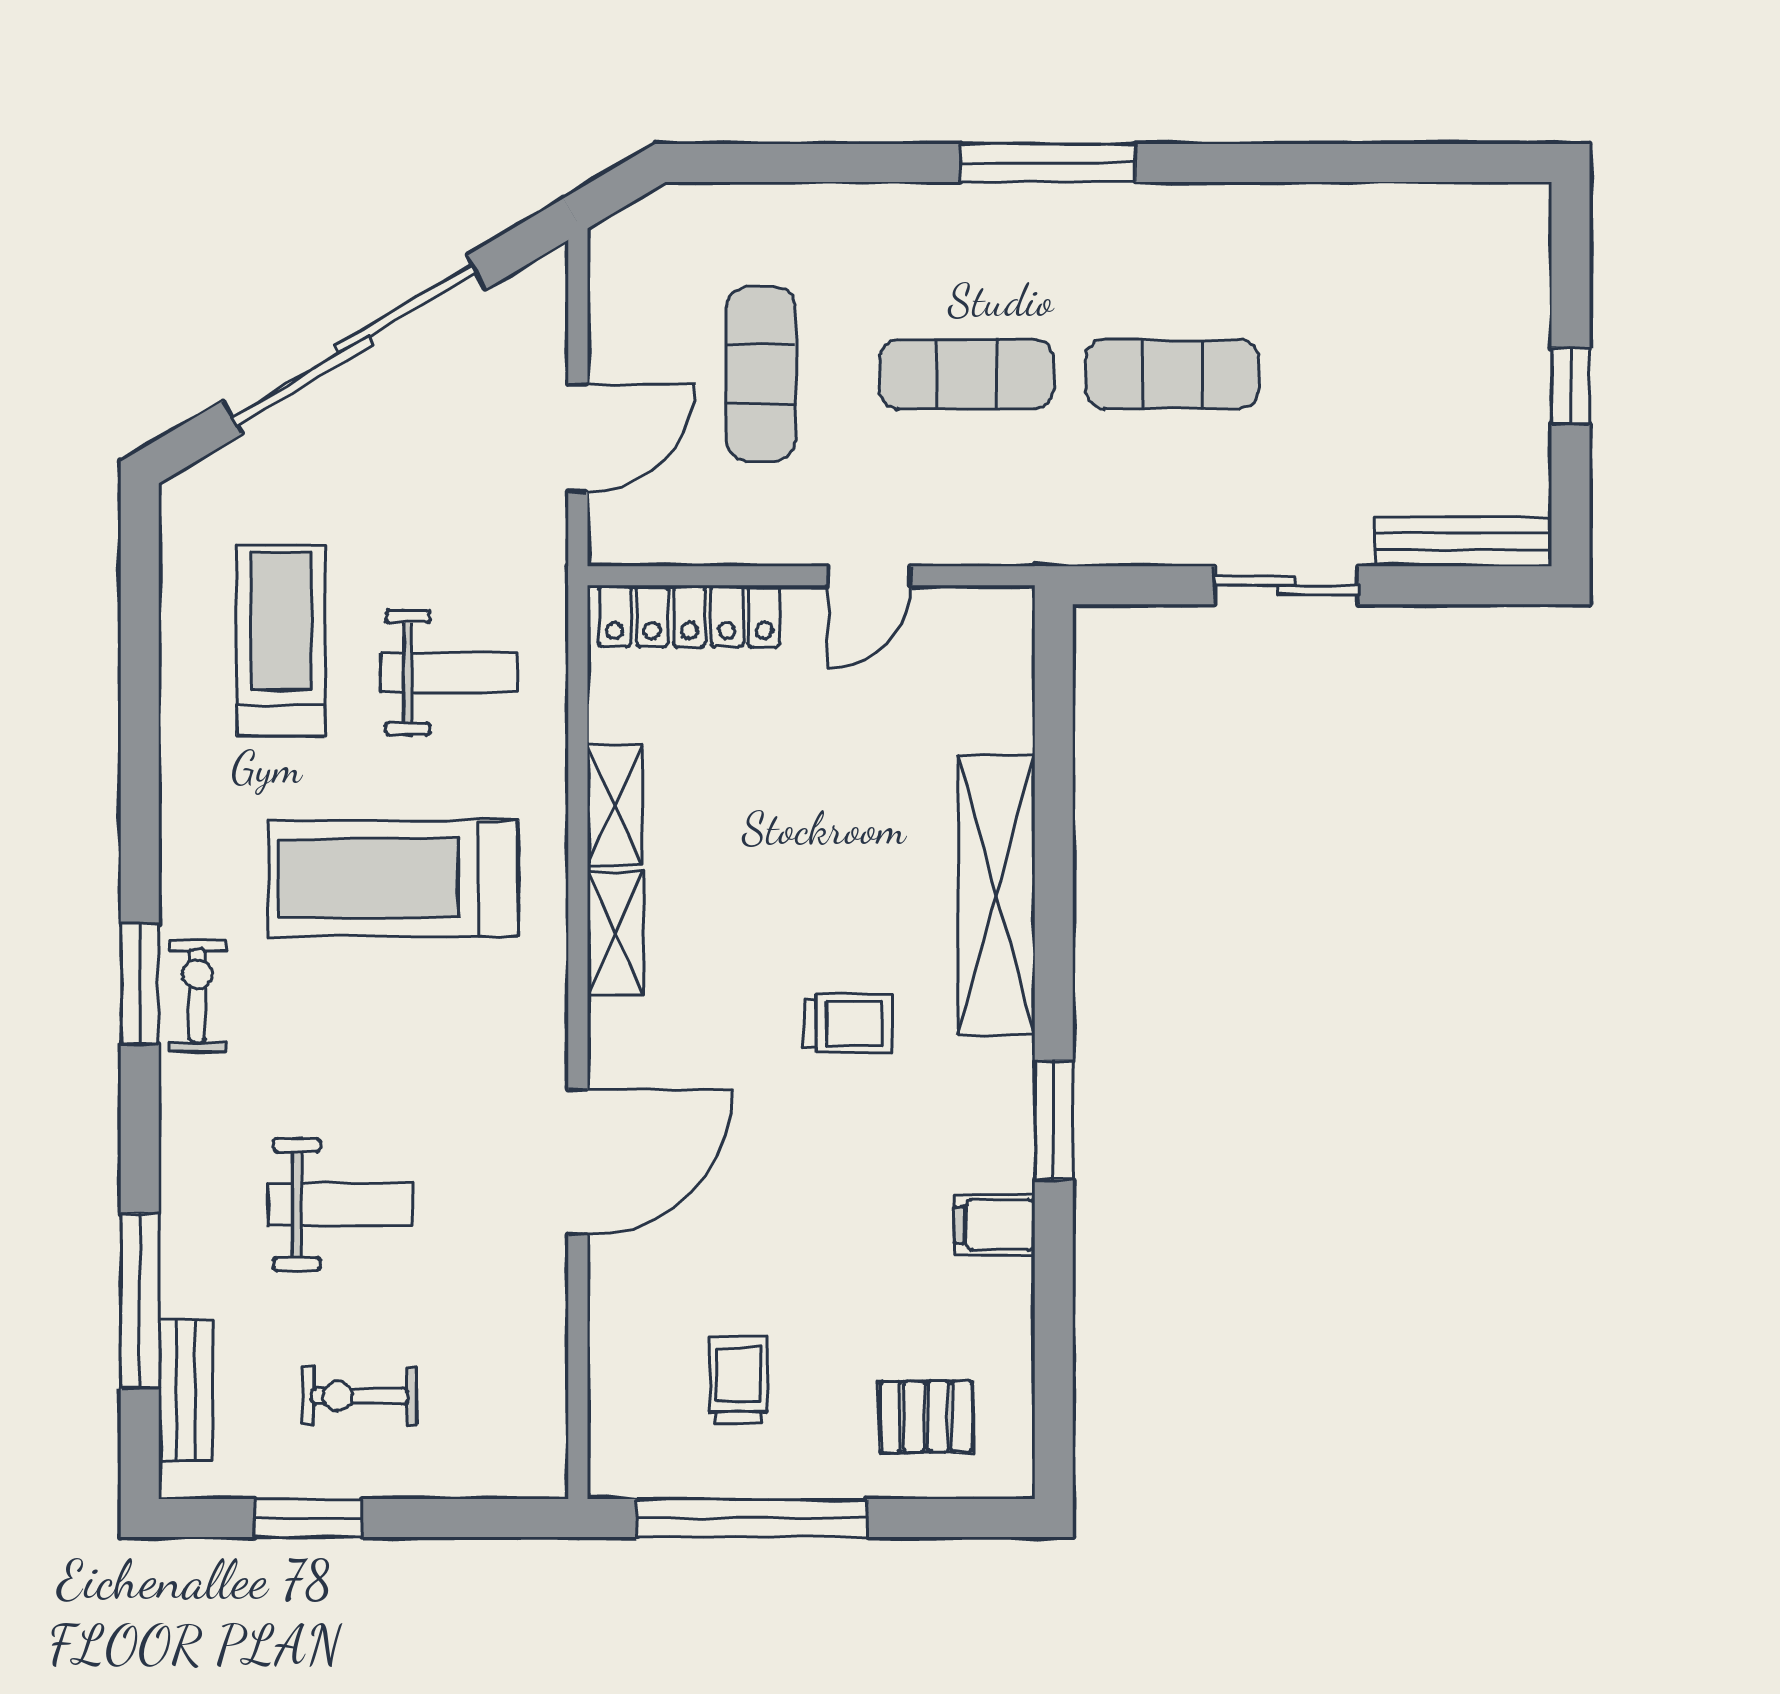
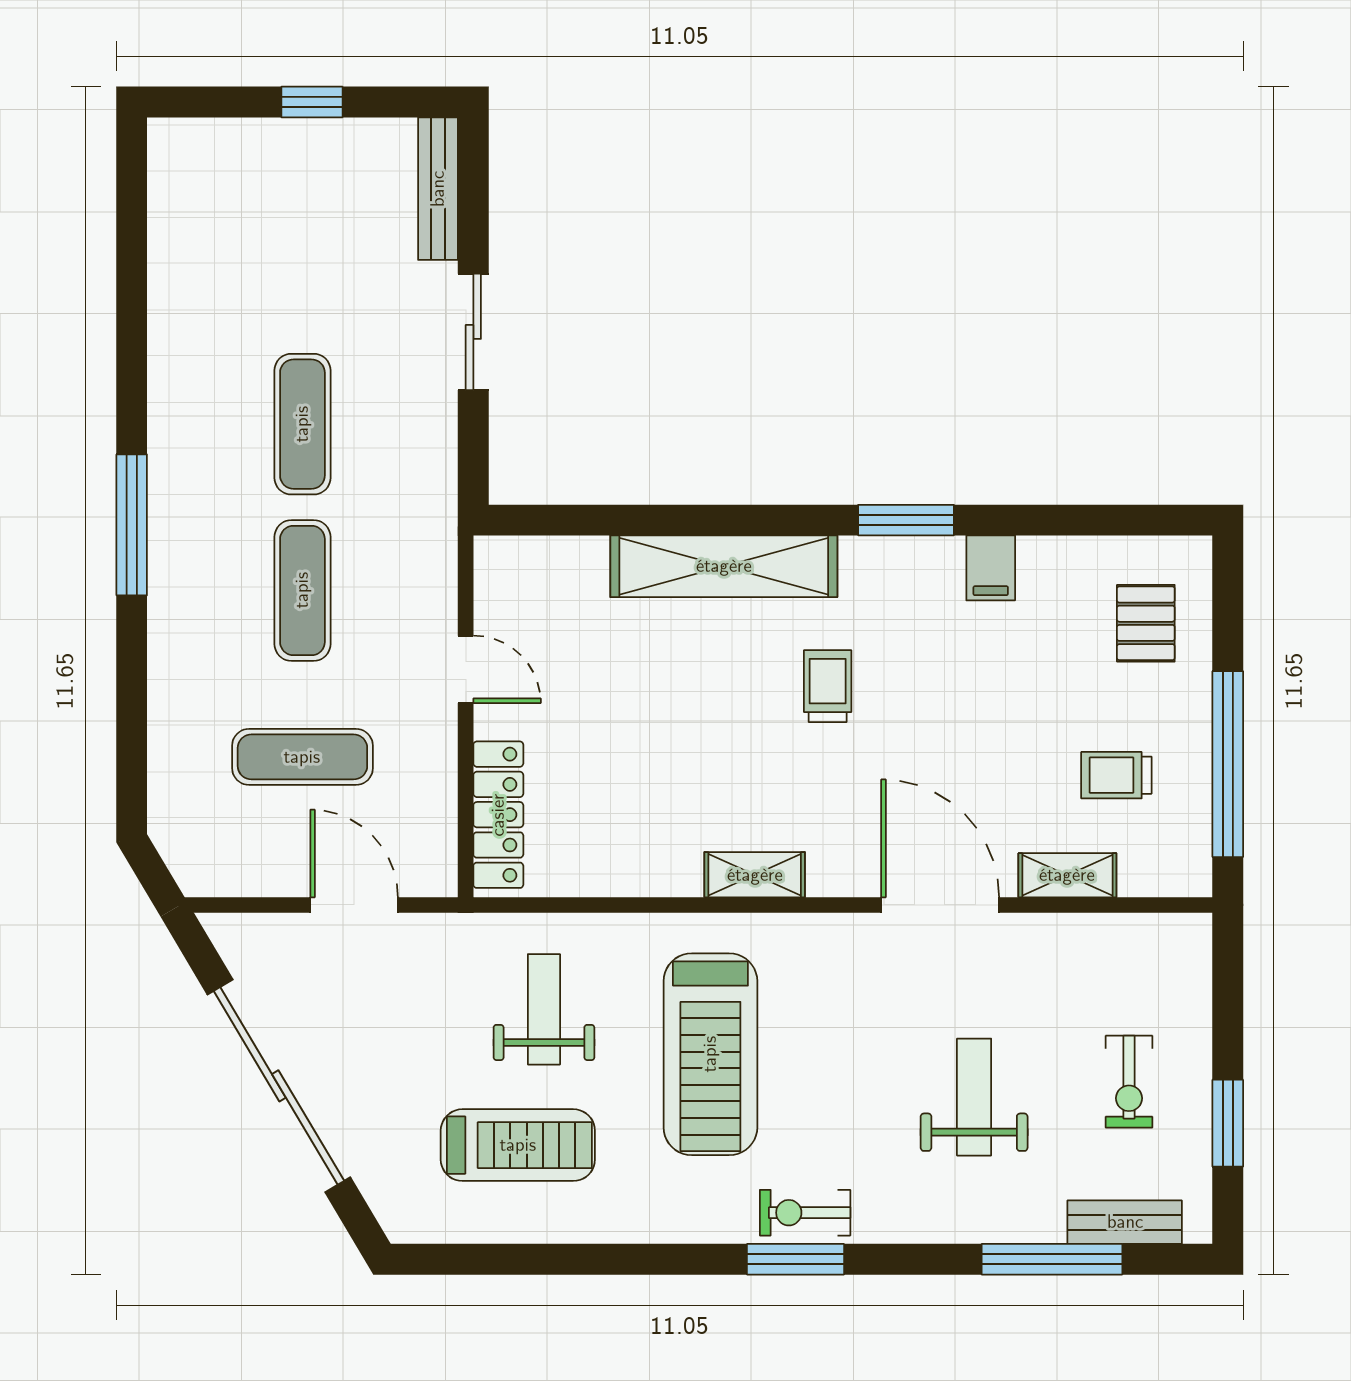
treadmill: (281, 640) -> (518, 1145), turned 180
shelving: (615, 805) -> (1067, 875), moved

